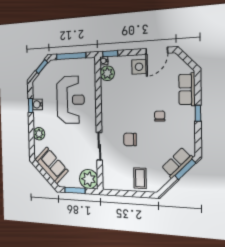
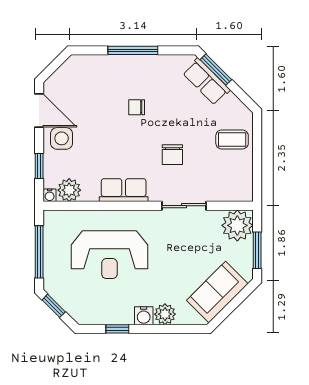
window: (110, 54) -> (39, 166), moved
row of seats: (187, 89) -> (124, 190), moved, turned 180
reception desk: (70, 100) -> (109, 255), turned 180
water cooler: (37, 104) -> (144, 316), moved
window: (198, 113) -> (133, 50), width x2.17

